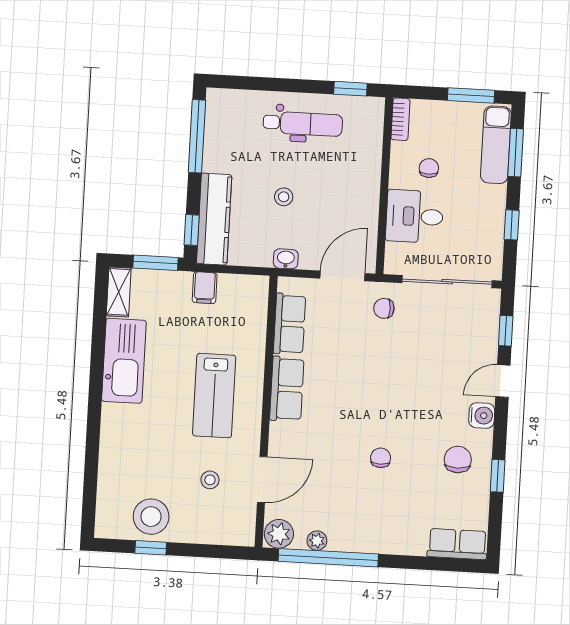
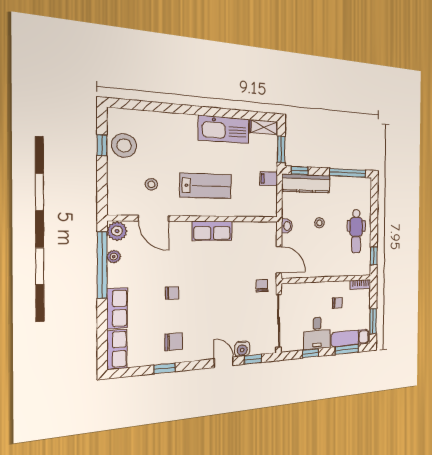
desk: (415, 216) -> (317, 333), moved, turned 180
row of seats: (290, 324) -> (117, 308), moved, turned -90
lab bench: (214, 396) -> (206, 186), turned 180
water cooler: (482, 415) -> (242, 349), moved

